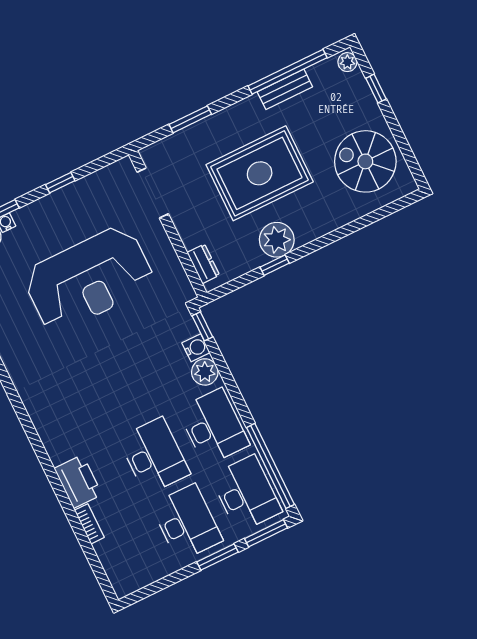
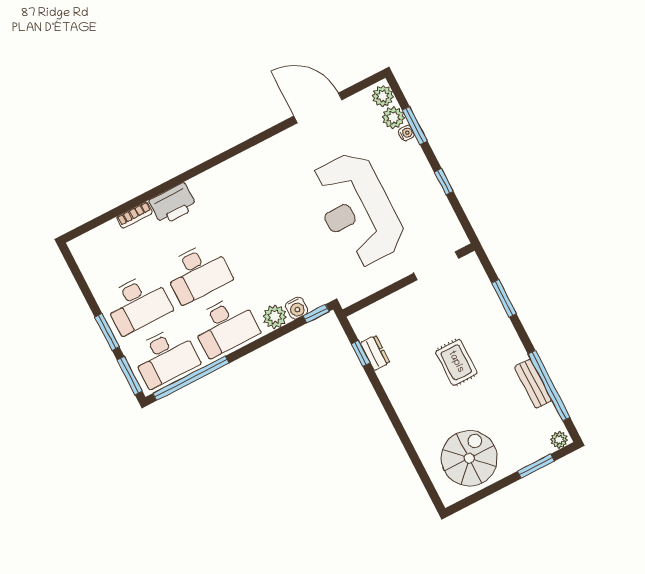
window: (376, 89) -> (536, 466), width x1.50
rug: (260, 173) -> (456, 362), width x0.54, depth x0.49
plant: (277, 240) -> (396, 379), removed
dresser: (203, 264) -> (375, 353), moved, turned -90
window: (275, 265) -> (361, 354), moved

